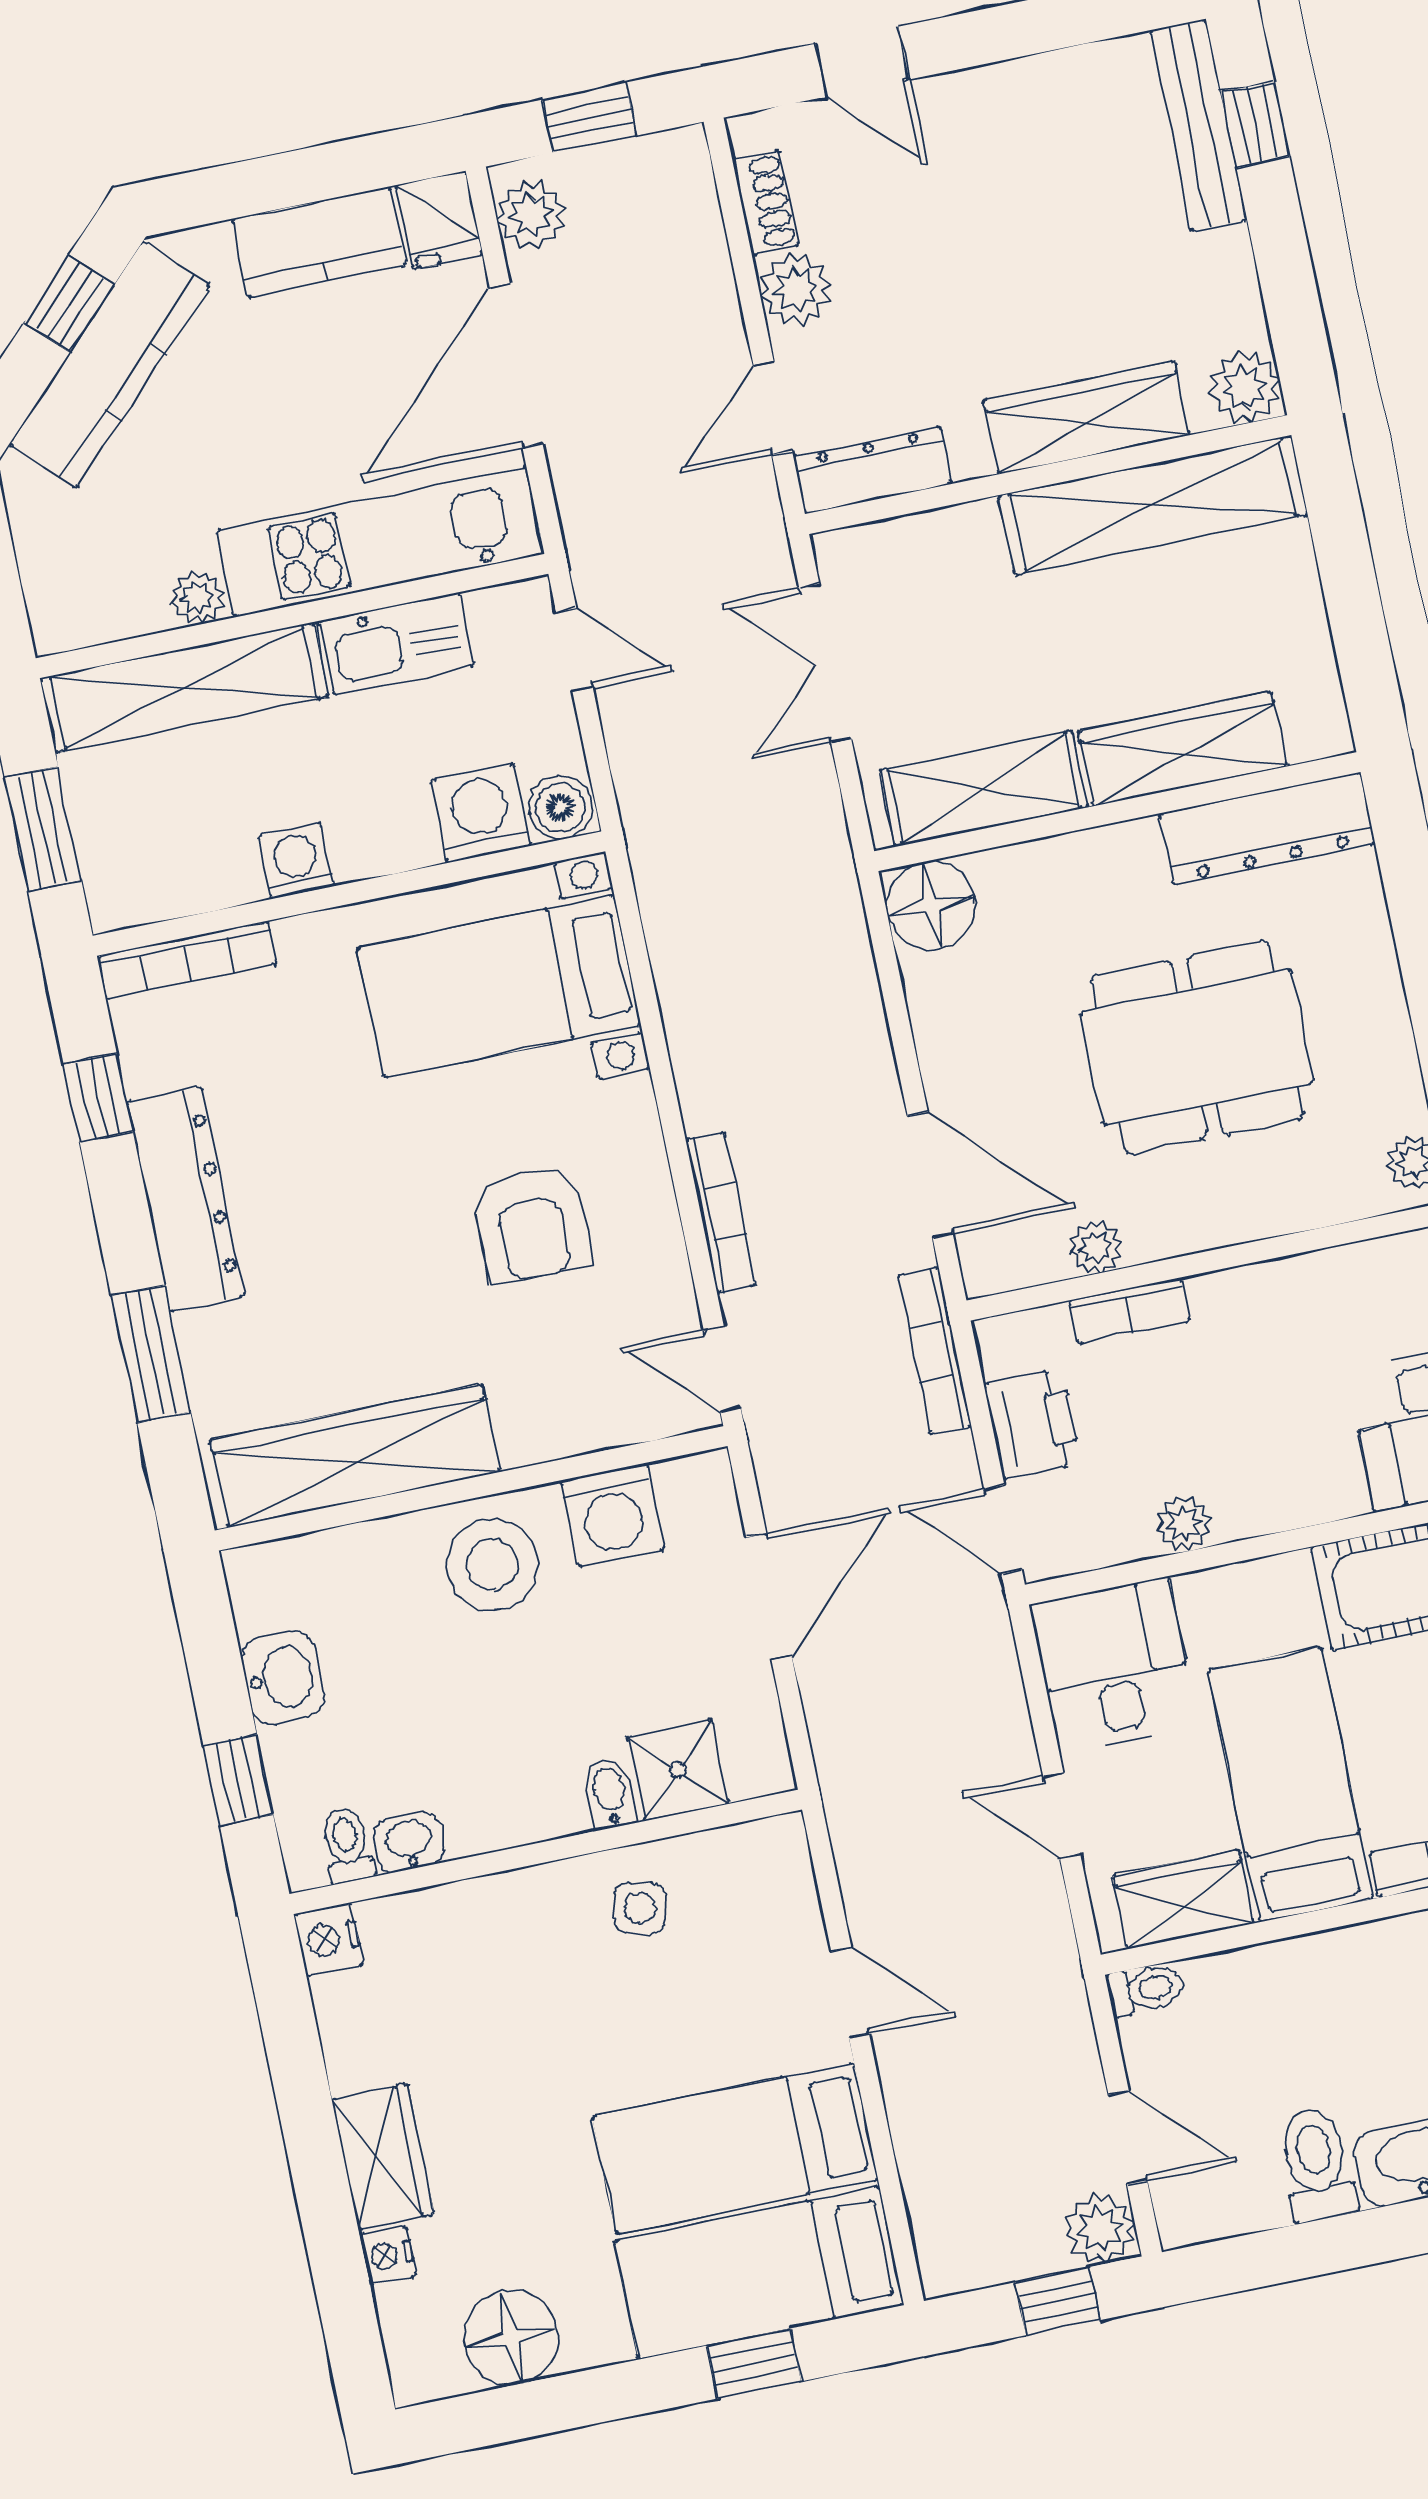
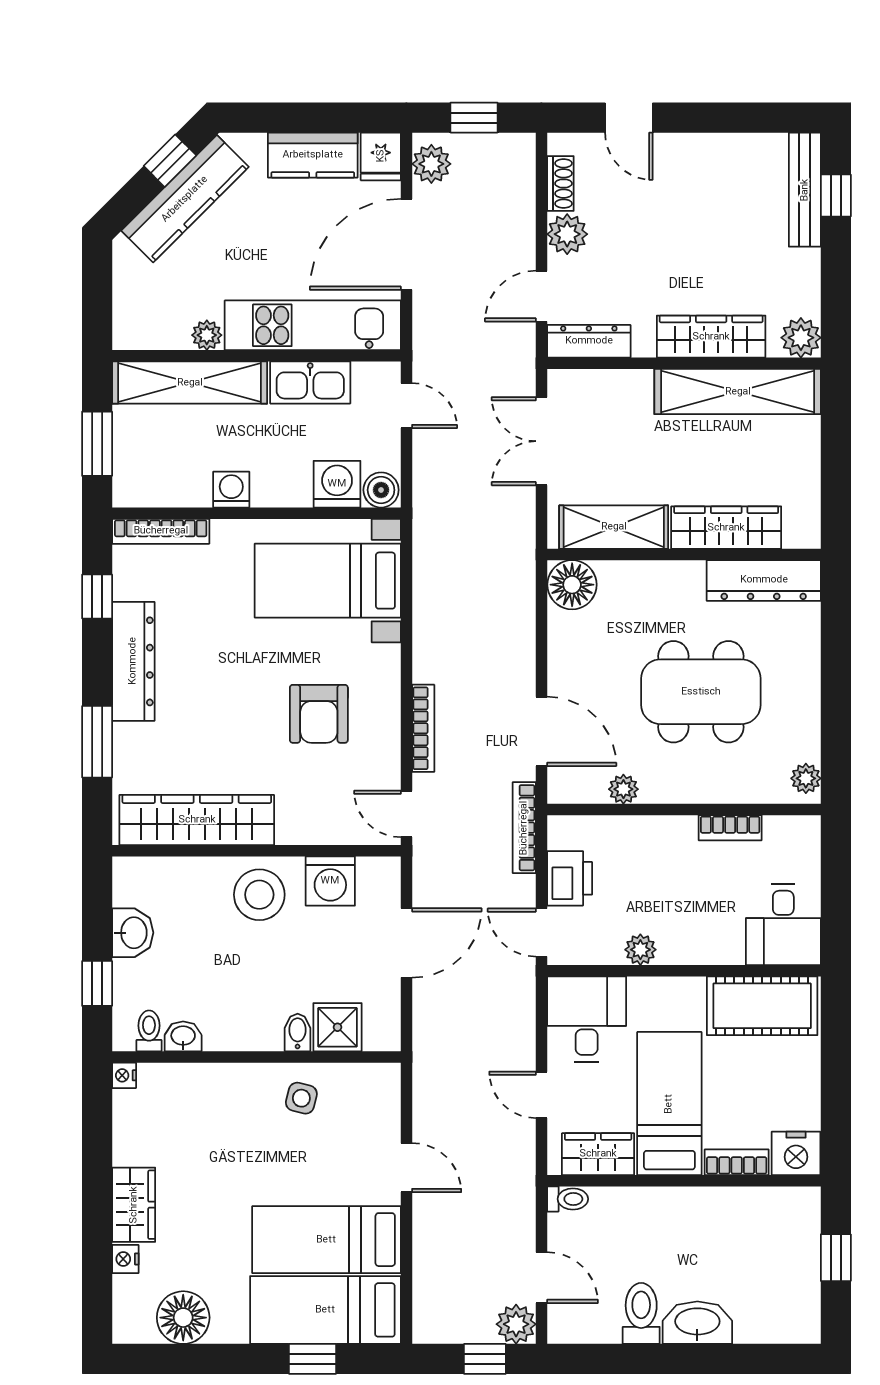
bookcase: (1130, 1311) -> (730, 828), moved
nightstand: (328, 1939) -> (124, 1075), width x0.72, depth x0.74

